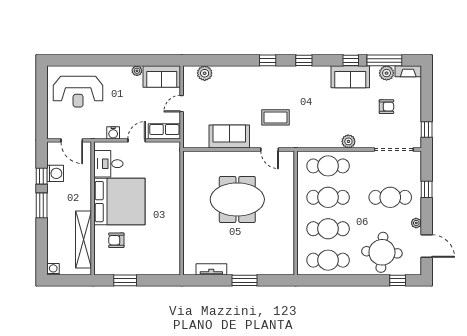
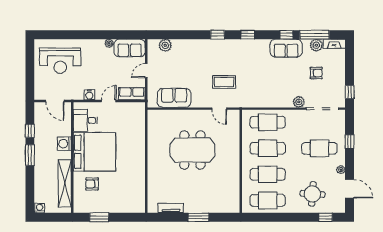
sofa: (229, 137) -> (174, 98), moved
plant: (348, 141) -> (299, 102), moved
washing machine: (55, 173) -> (64, 144), moved, turned 180
round table: (382, 252) -> (312, 194), width x0.73, depth x0.73

